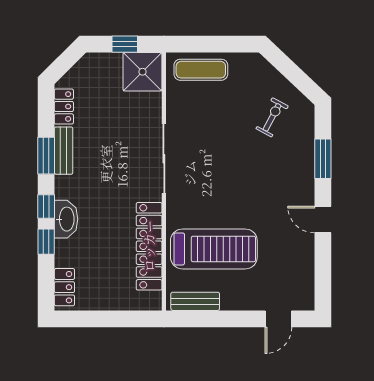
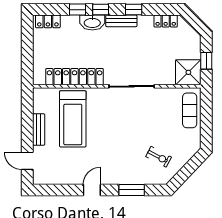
bench: (64, 151) -> (121, 21), moved
window: (46, 156) -> (134, 10), width x0.67
bench: (195, 301) -> (39, 130), moved

